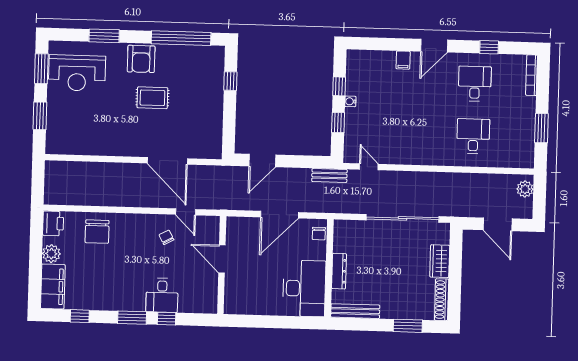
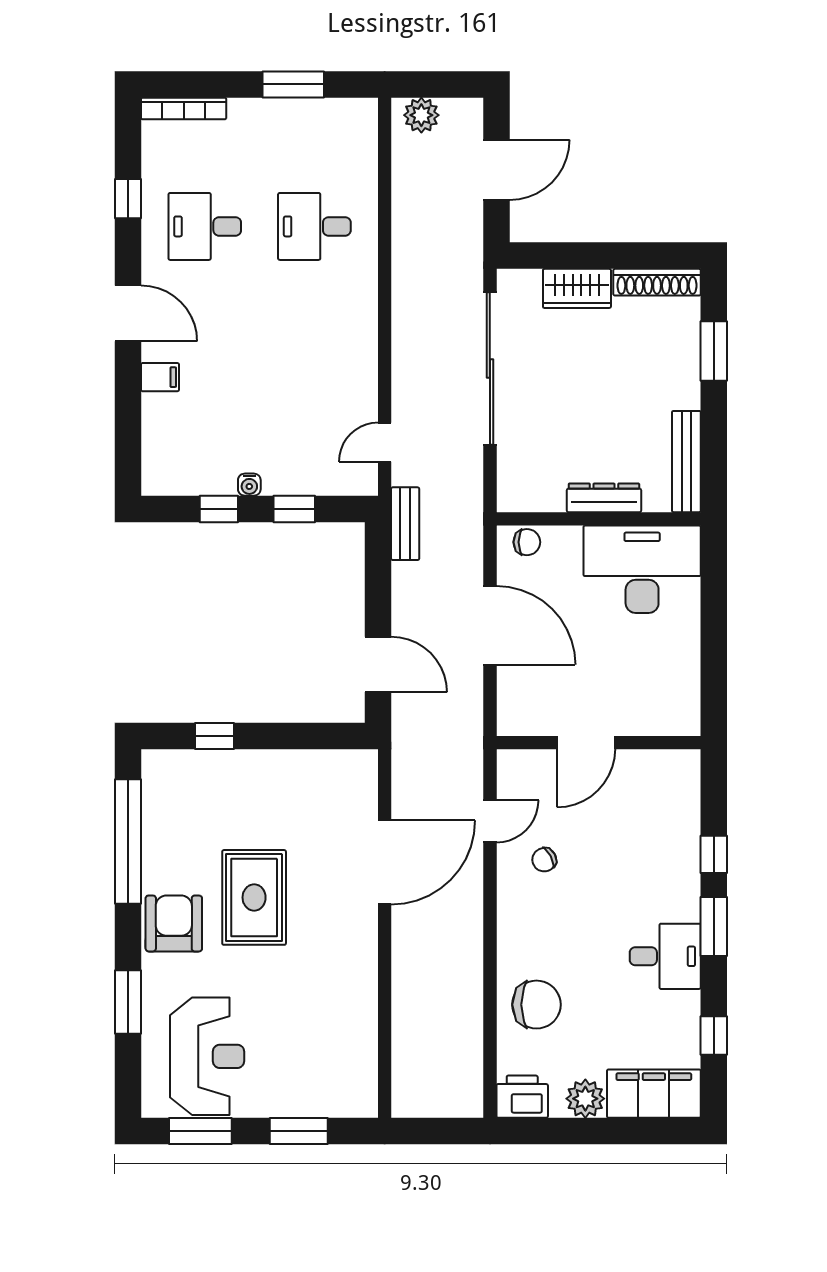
armchair: (141, 59) -> (174, 923), turned -90
rug: (152, 98) -> (254, 897), width x1.36, depth x1.43
desk: (162, 295) -> (665, 956), moved

